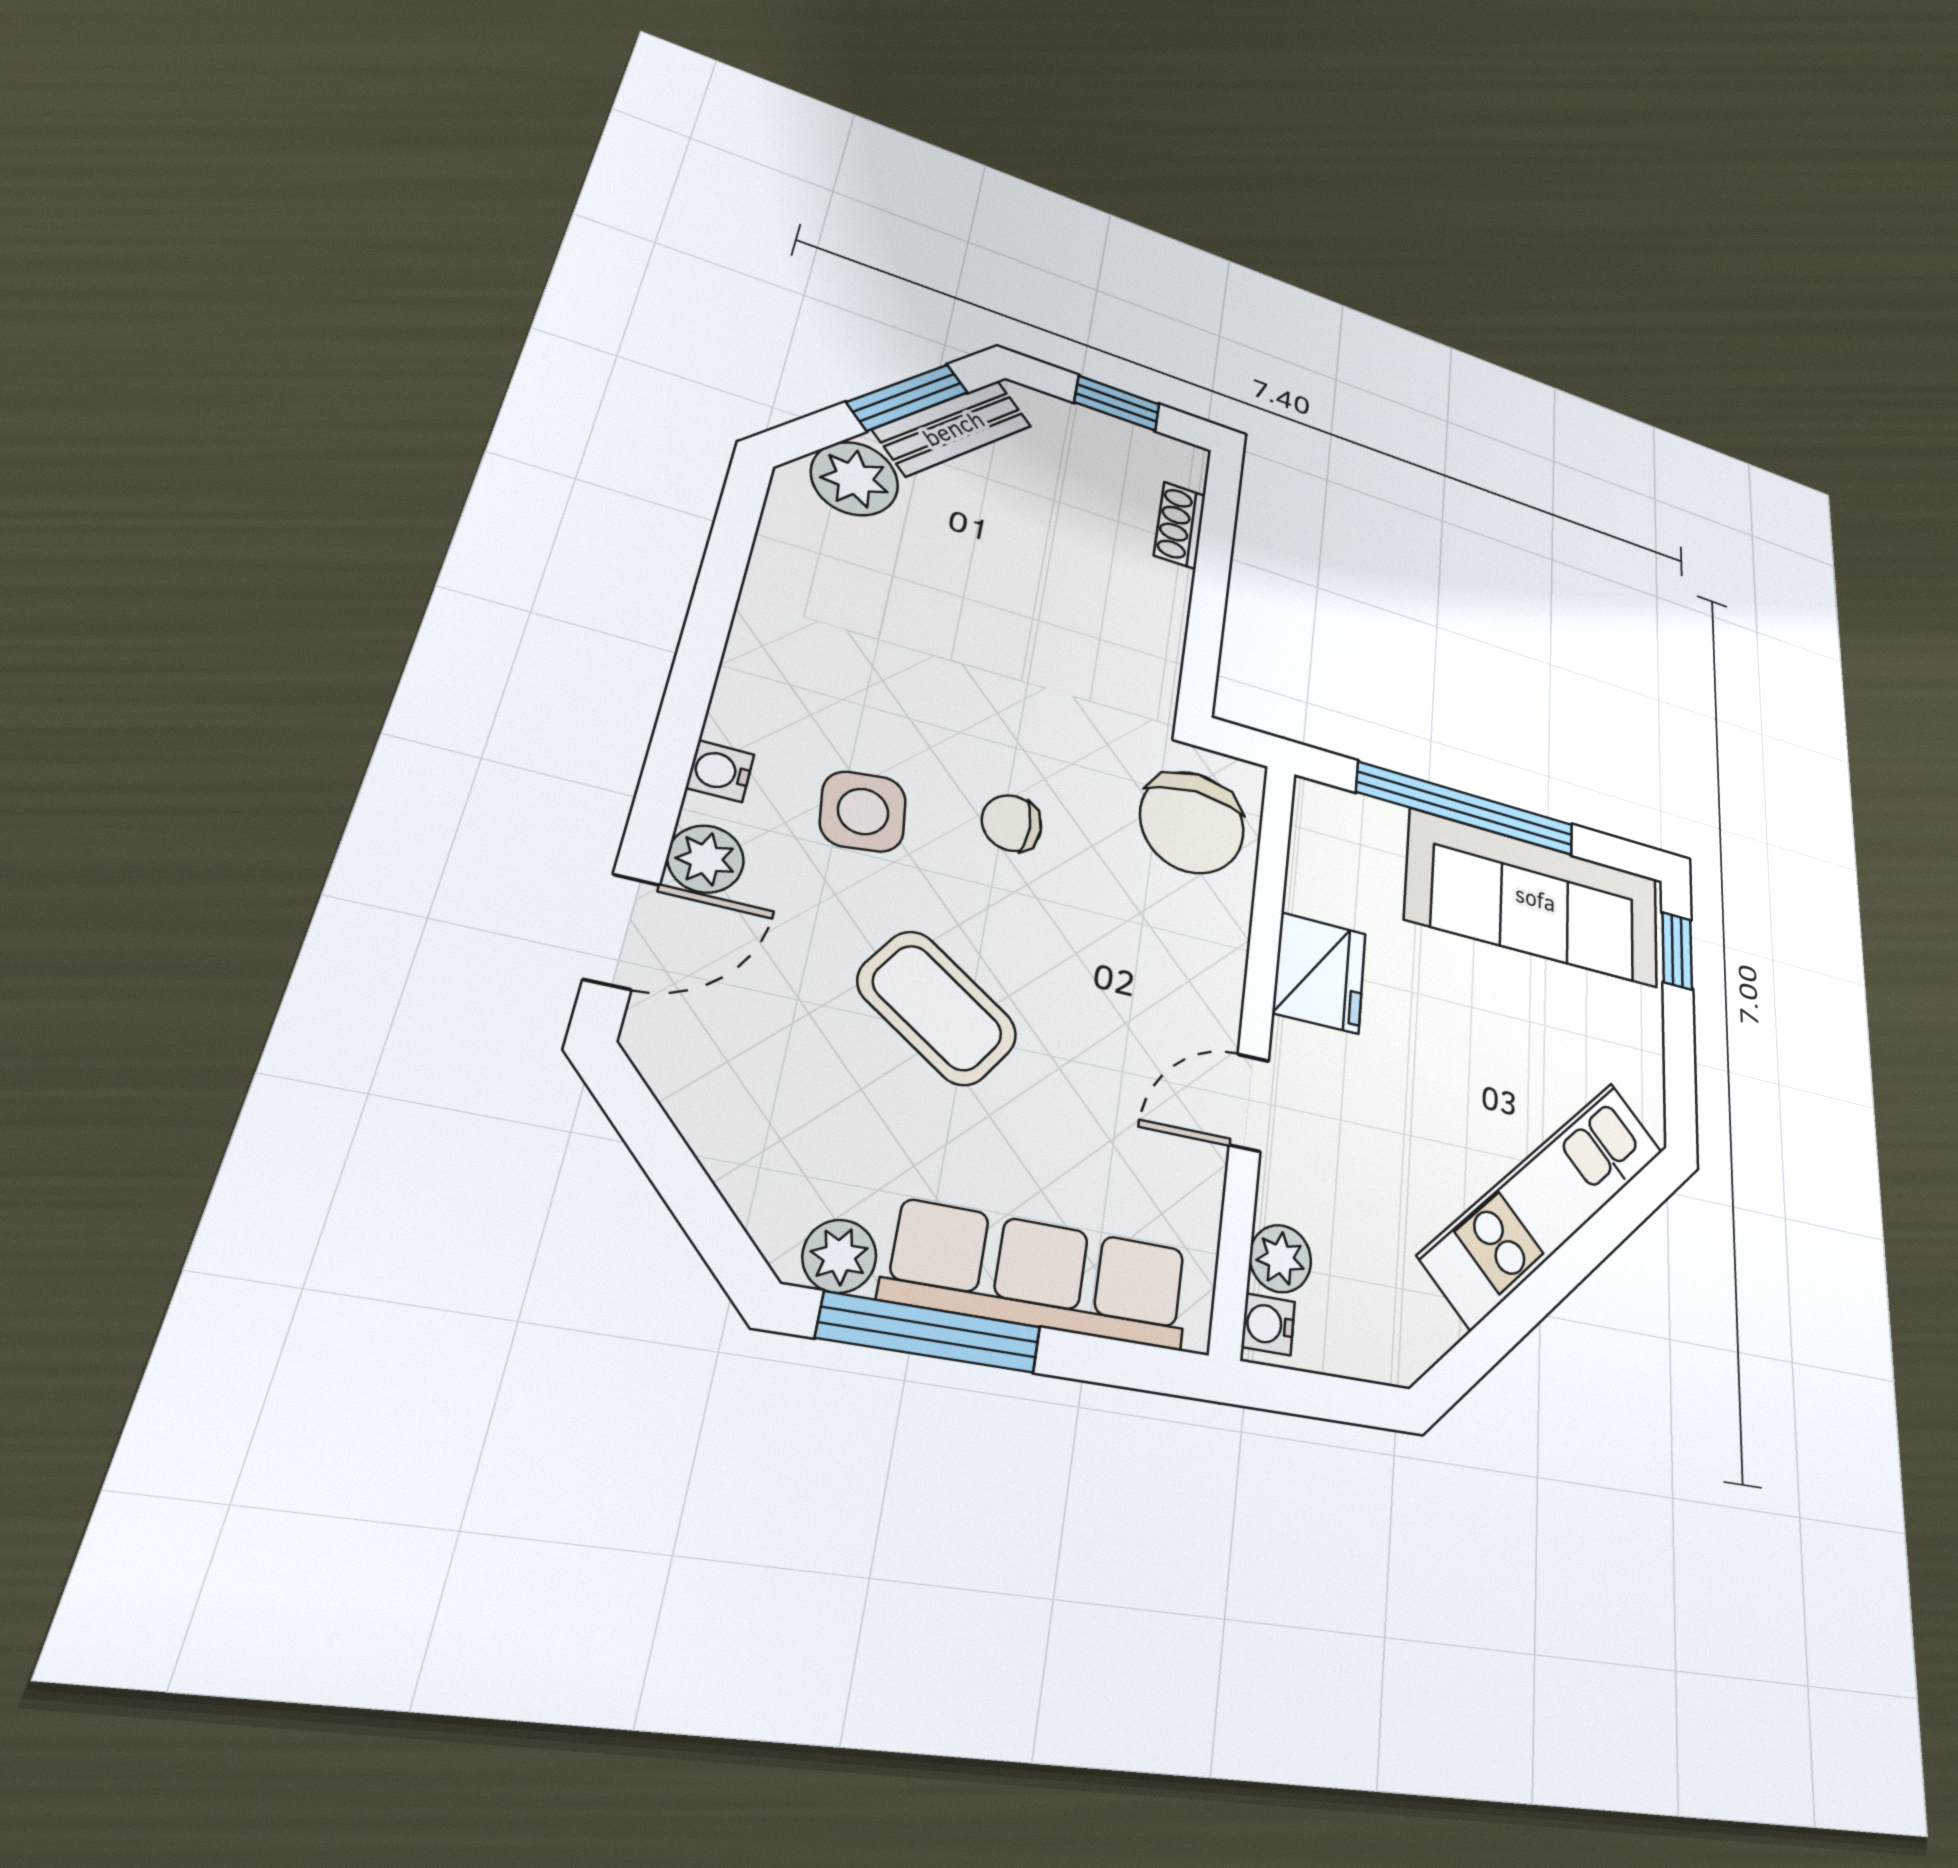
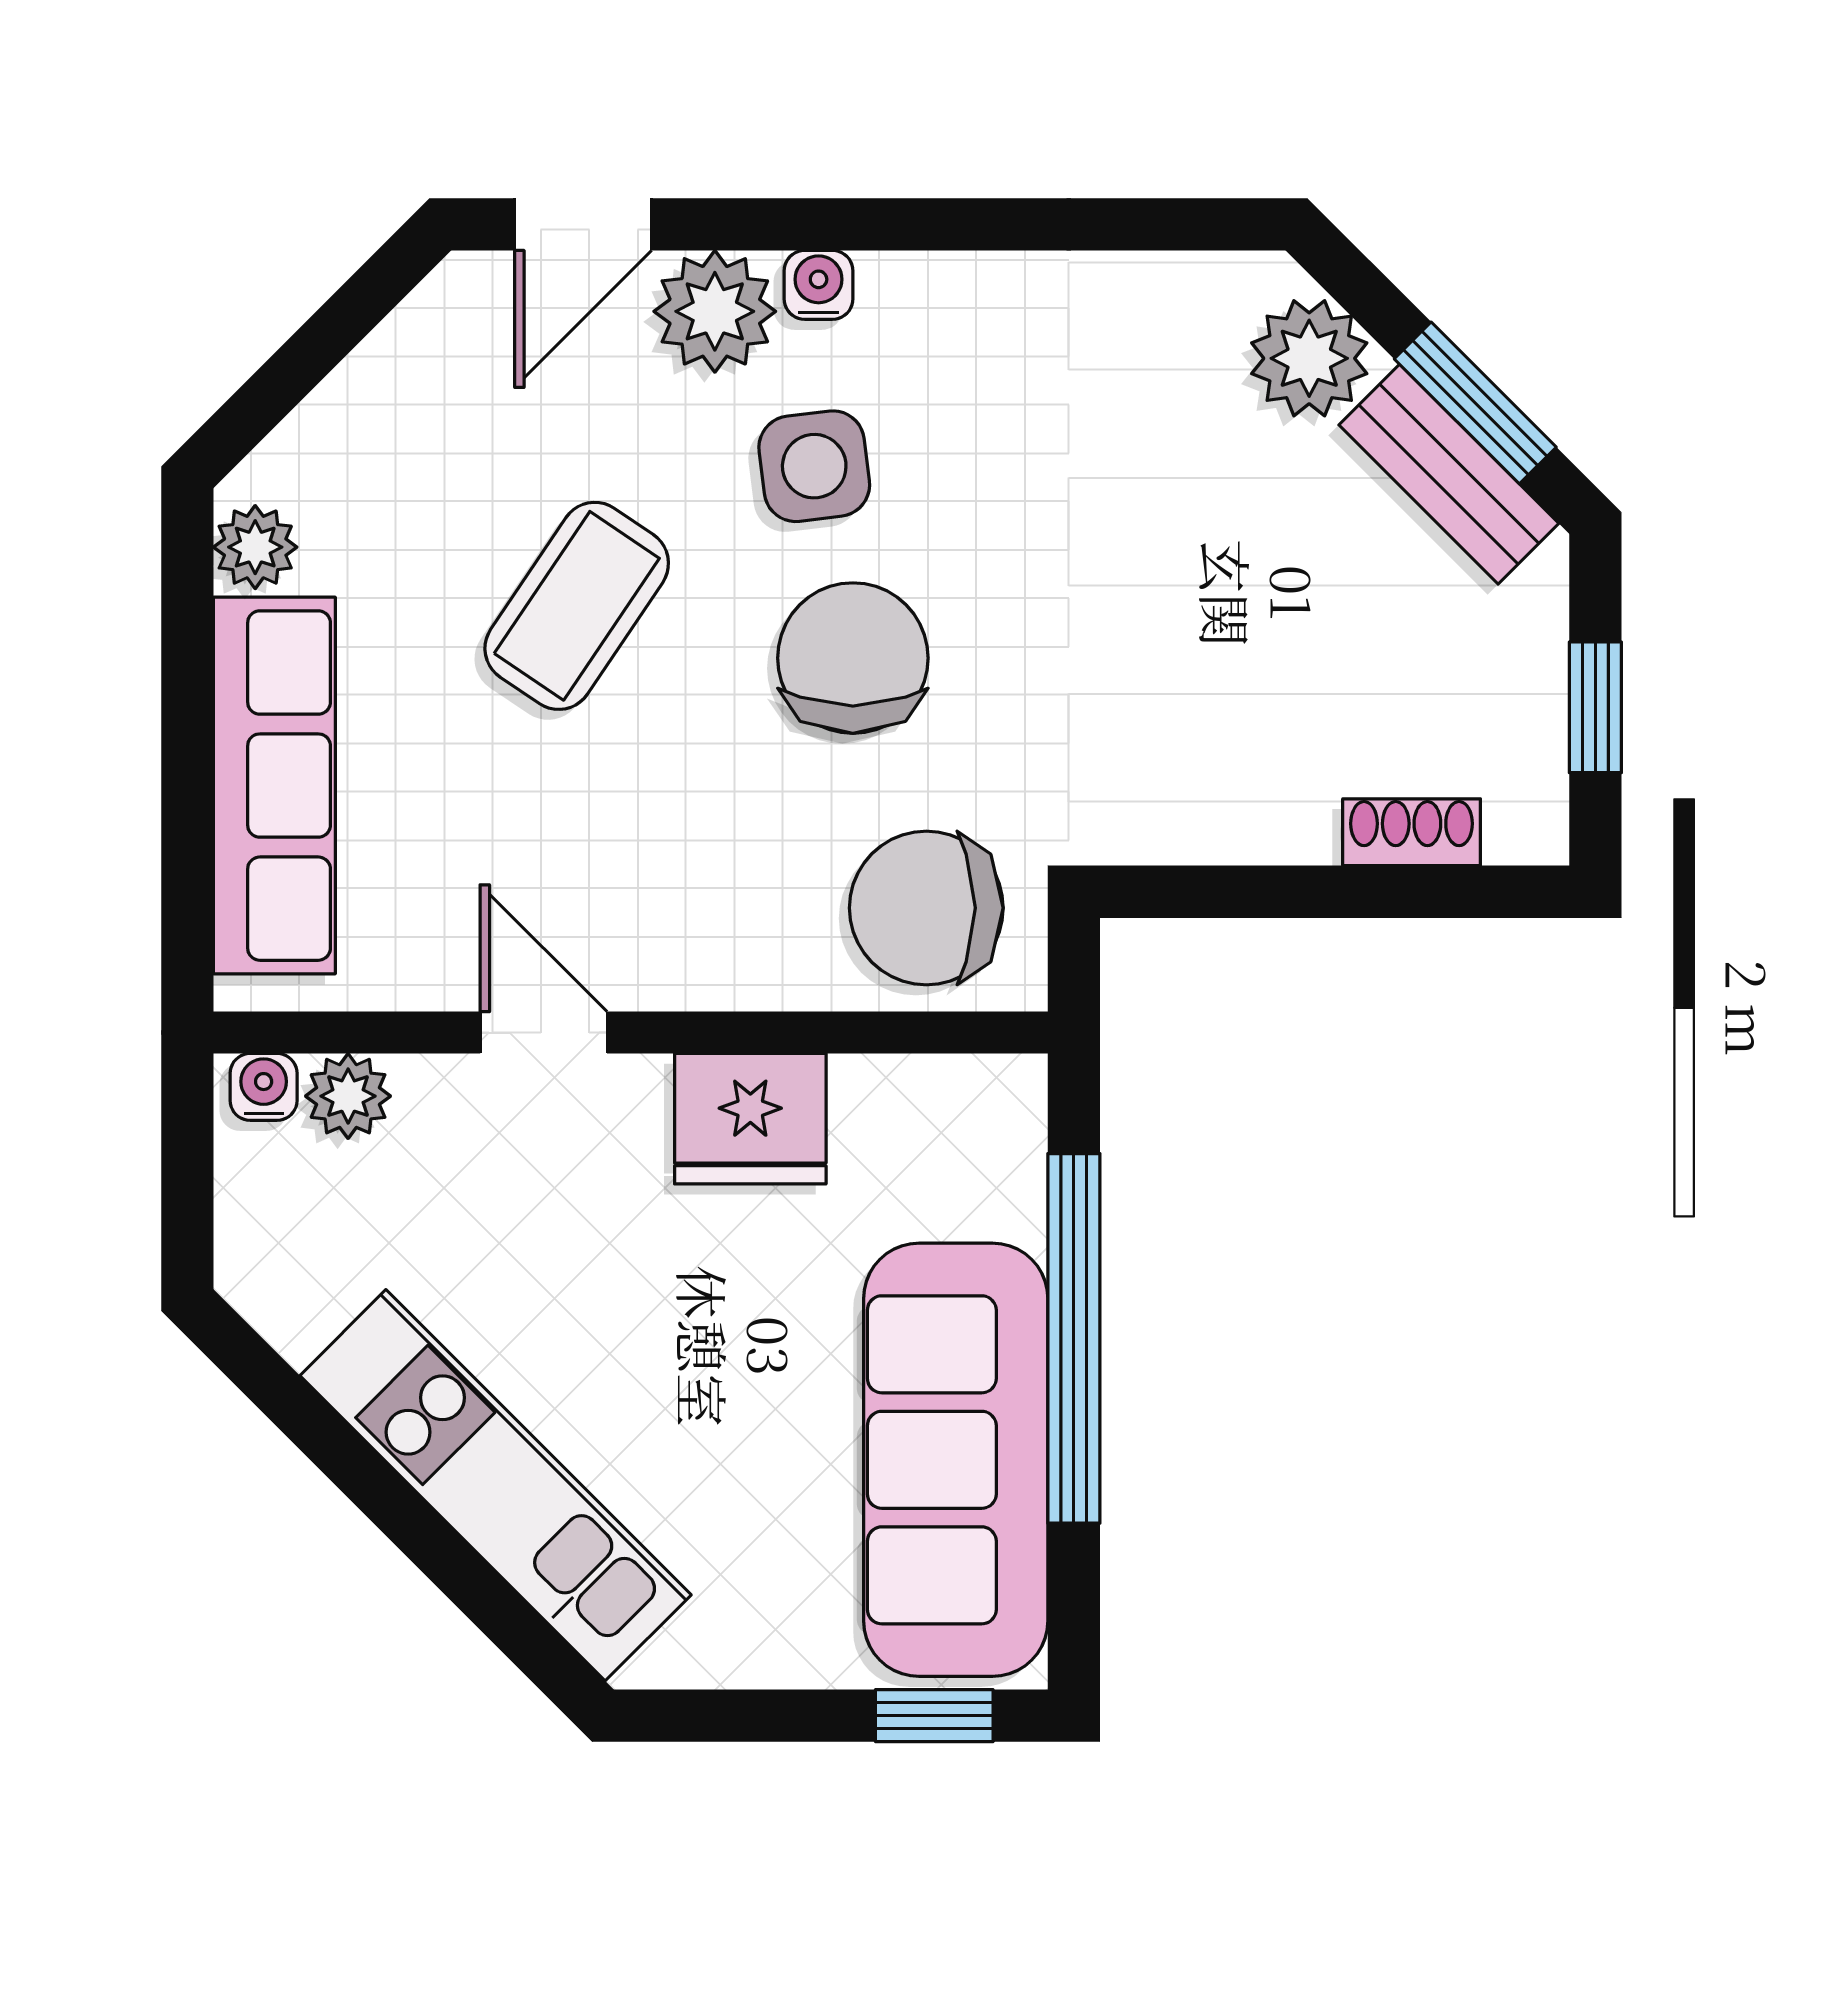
chair: (1012, 823) -> (853, 658), width x1.87, depth x1.87
plant: (706, 859) -> (715, 311), width x1.38, depth x1.38
door: (622, 931) -> (583, 224), hinge flipped
window: (930, 1332) -> (187, 666), removed

